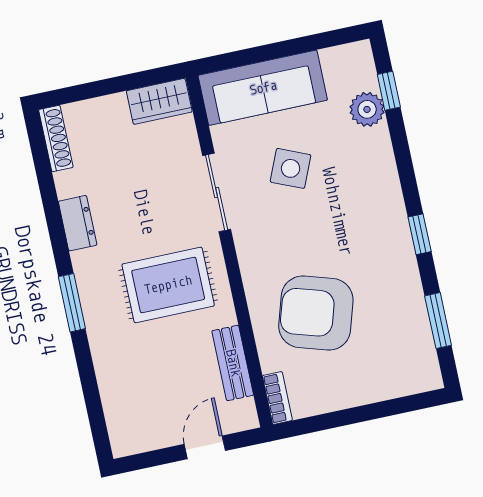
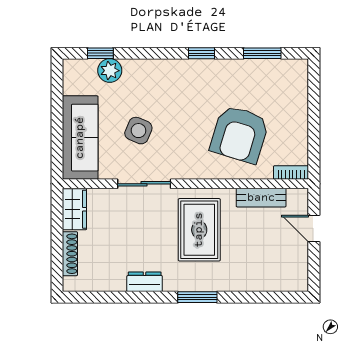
shoe rack: (56, 138) -> (70, 254), moved, turned 90

